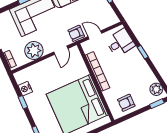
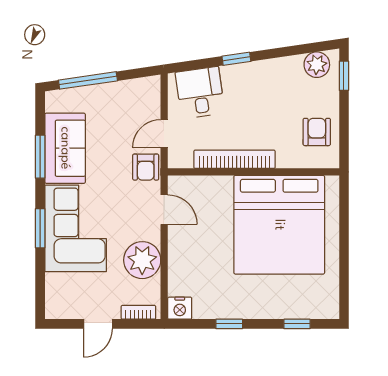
nightstand: (25, 89) -> (180, 308), moved
armchair: (126, 103) -> (317, 132), turned 180

